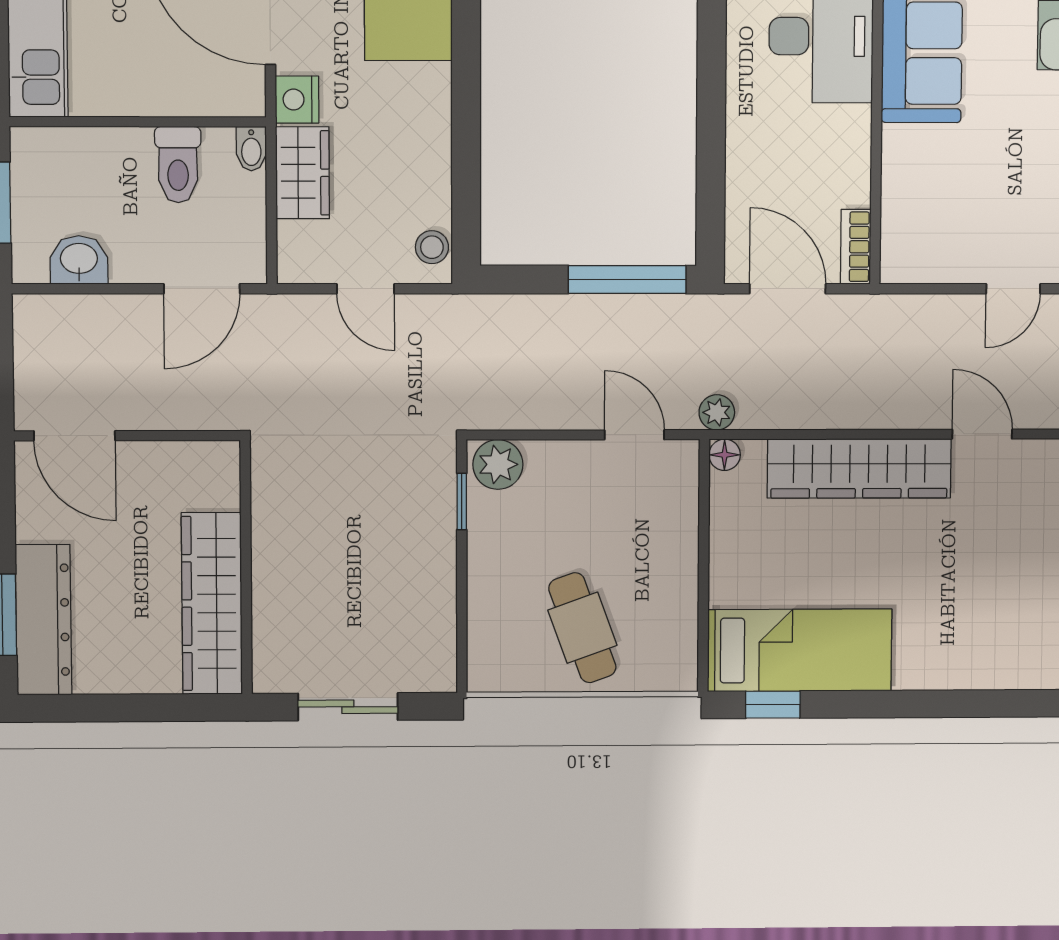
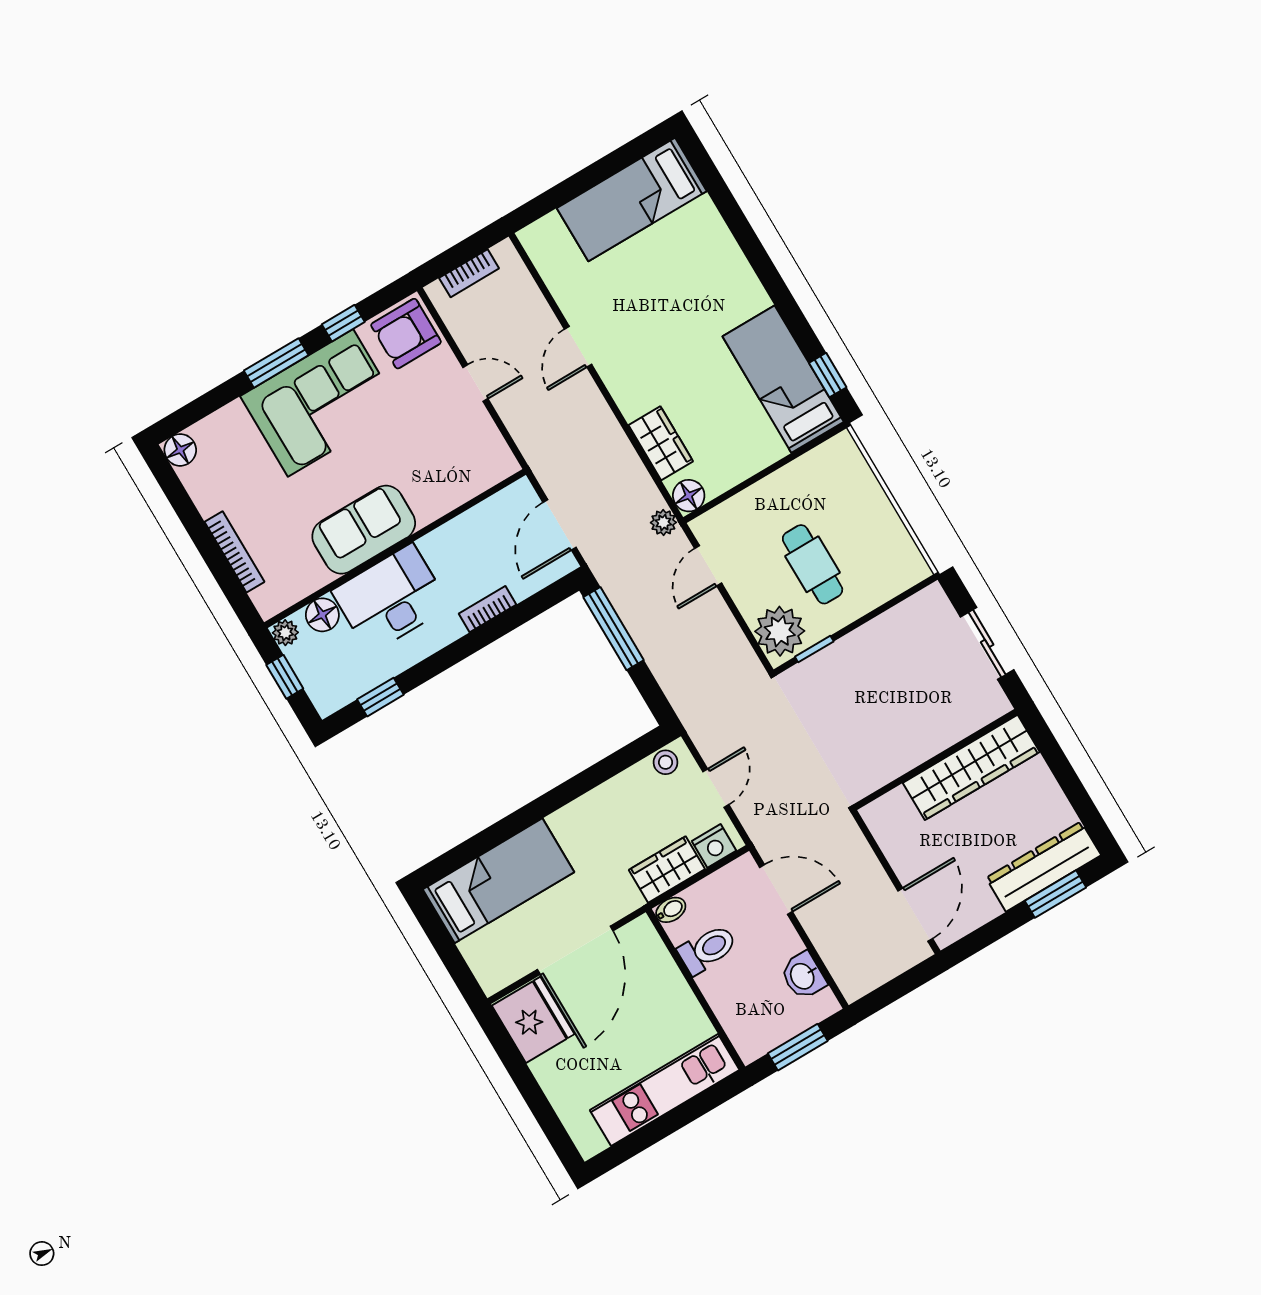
nightstand: (297, 100) -> (714, 846), moved
bookcase: (856, 247) -> (488, 609), moved, turned 180
floor lamp: (725, 455) -> (689, 496), width x1.37, depth x1.37
plant: (498, 464) -> (780, 631), width x1.36, depth x1.36
wardrobe: (859, 468) -> (661, 443), width x0.48, depth x0.85
cafe table: (582, 628) -> (813, 564), moved, turned -70

